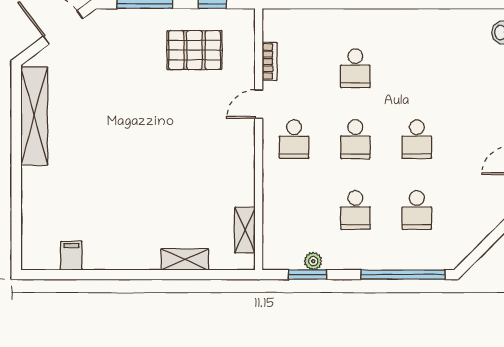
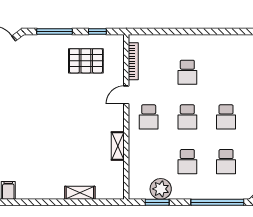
bookcase: (270, 61) -> (133, 61), width x1.56
shelving: (245, 230) -> (118, 146), moved
plant: (313, 261) -> (161, 189), width x1.87, depth x1.87

